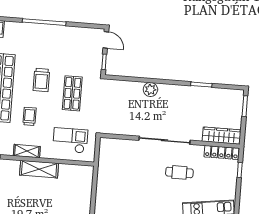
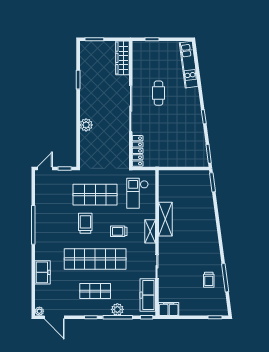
trolley: (41, 80) -> (85, 223), turned -90
shop shelf: (72, 93) -> (95, 195), width x1.43, depth x1.36
locker: (222, 152) -> (138, 151), moved

